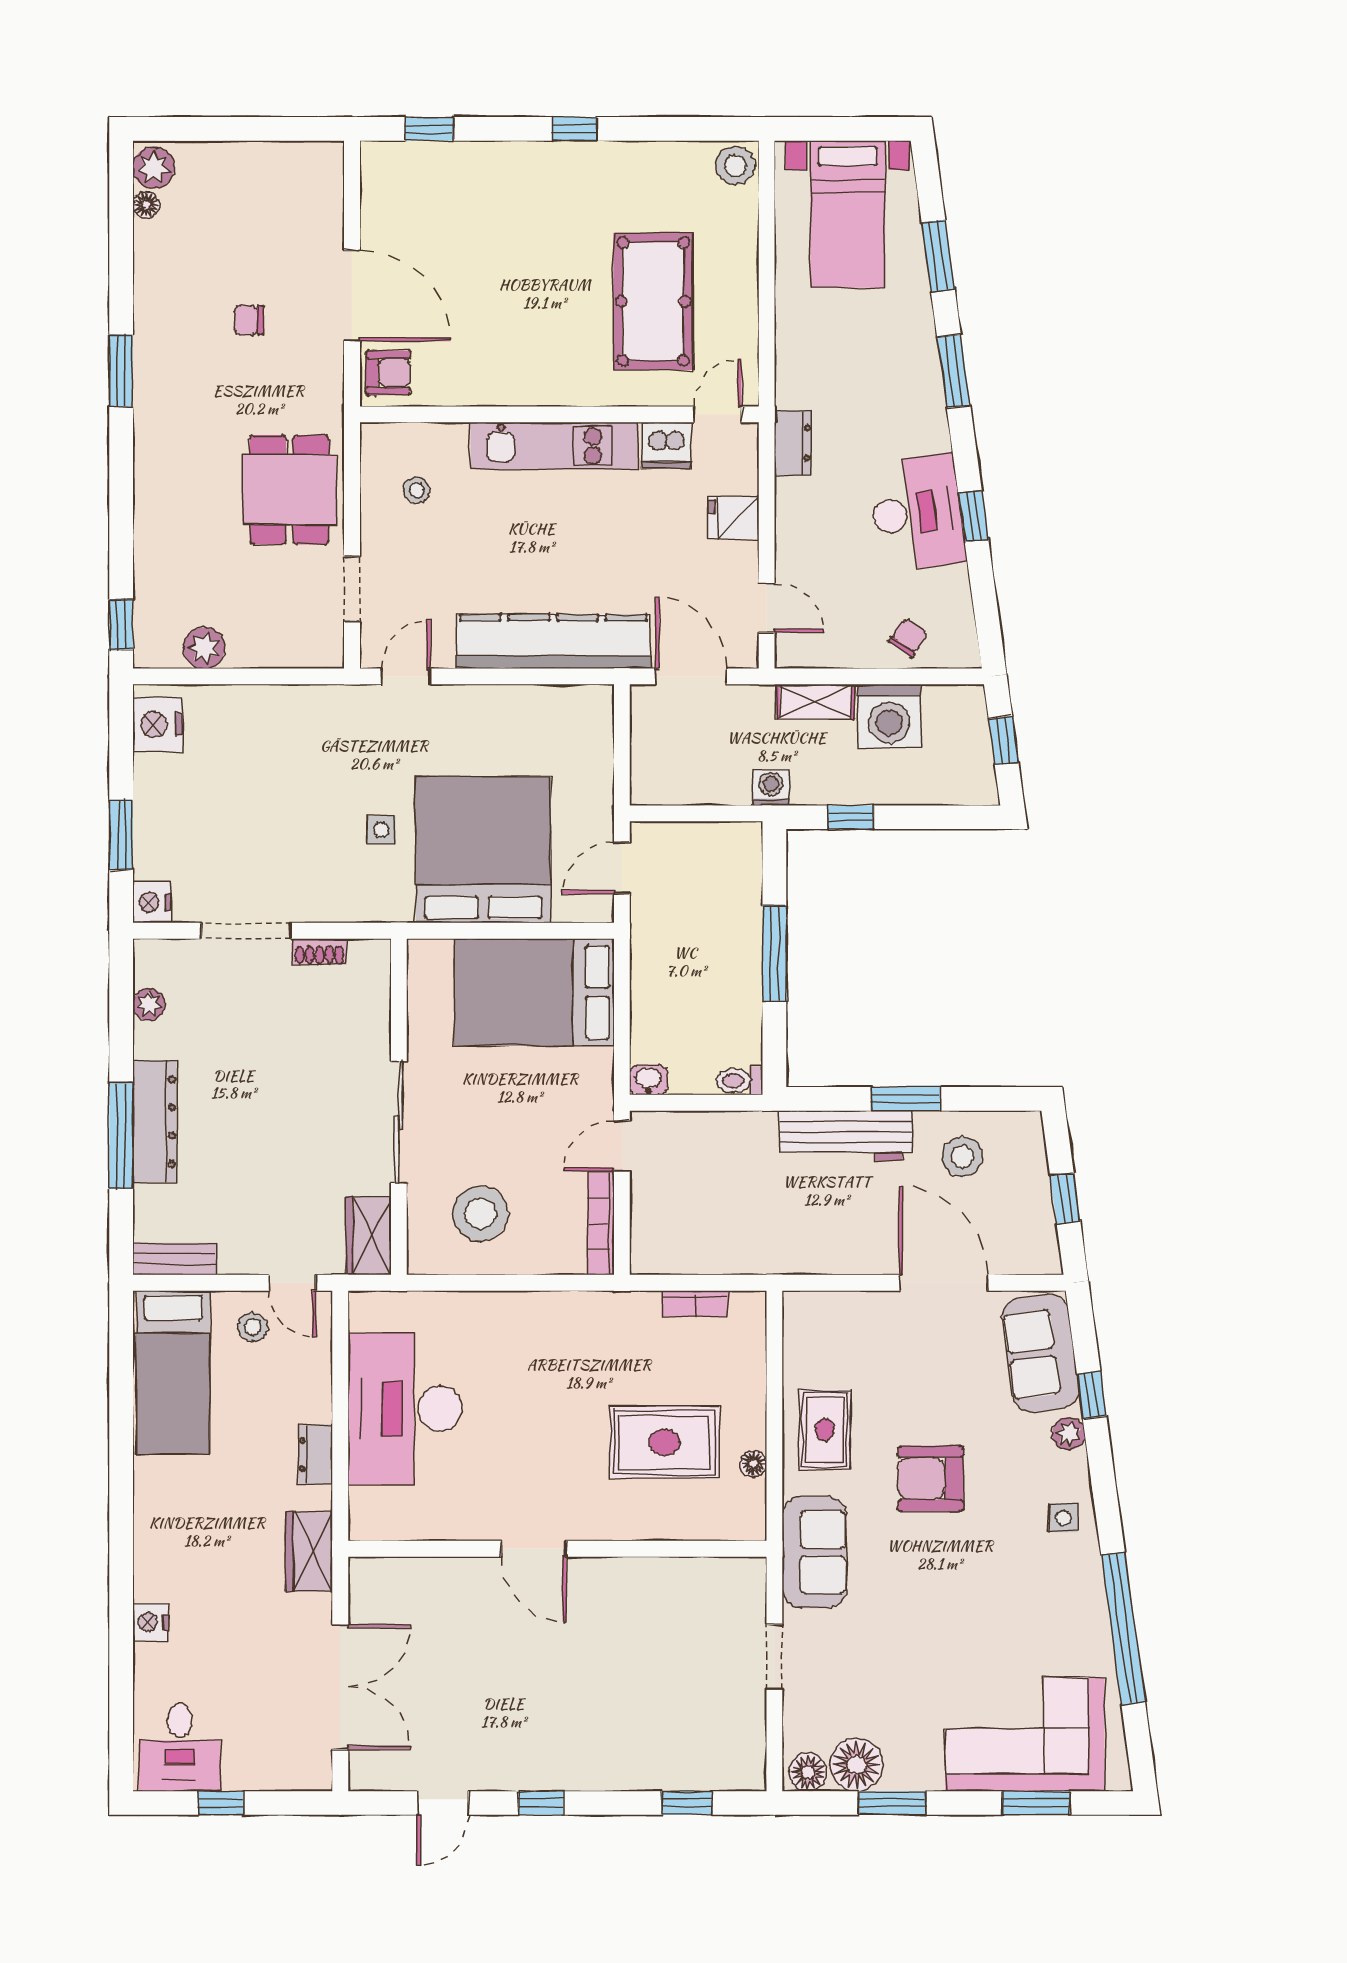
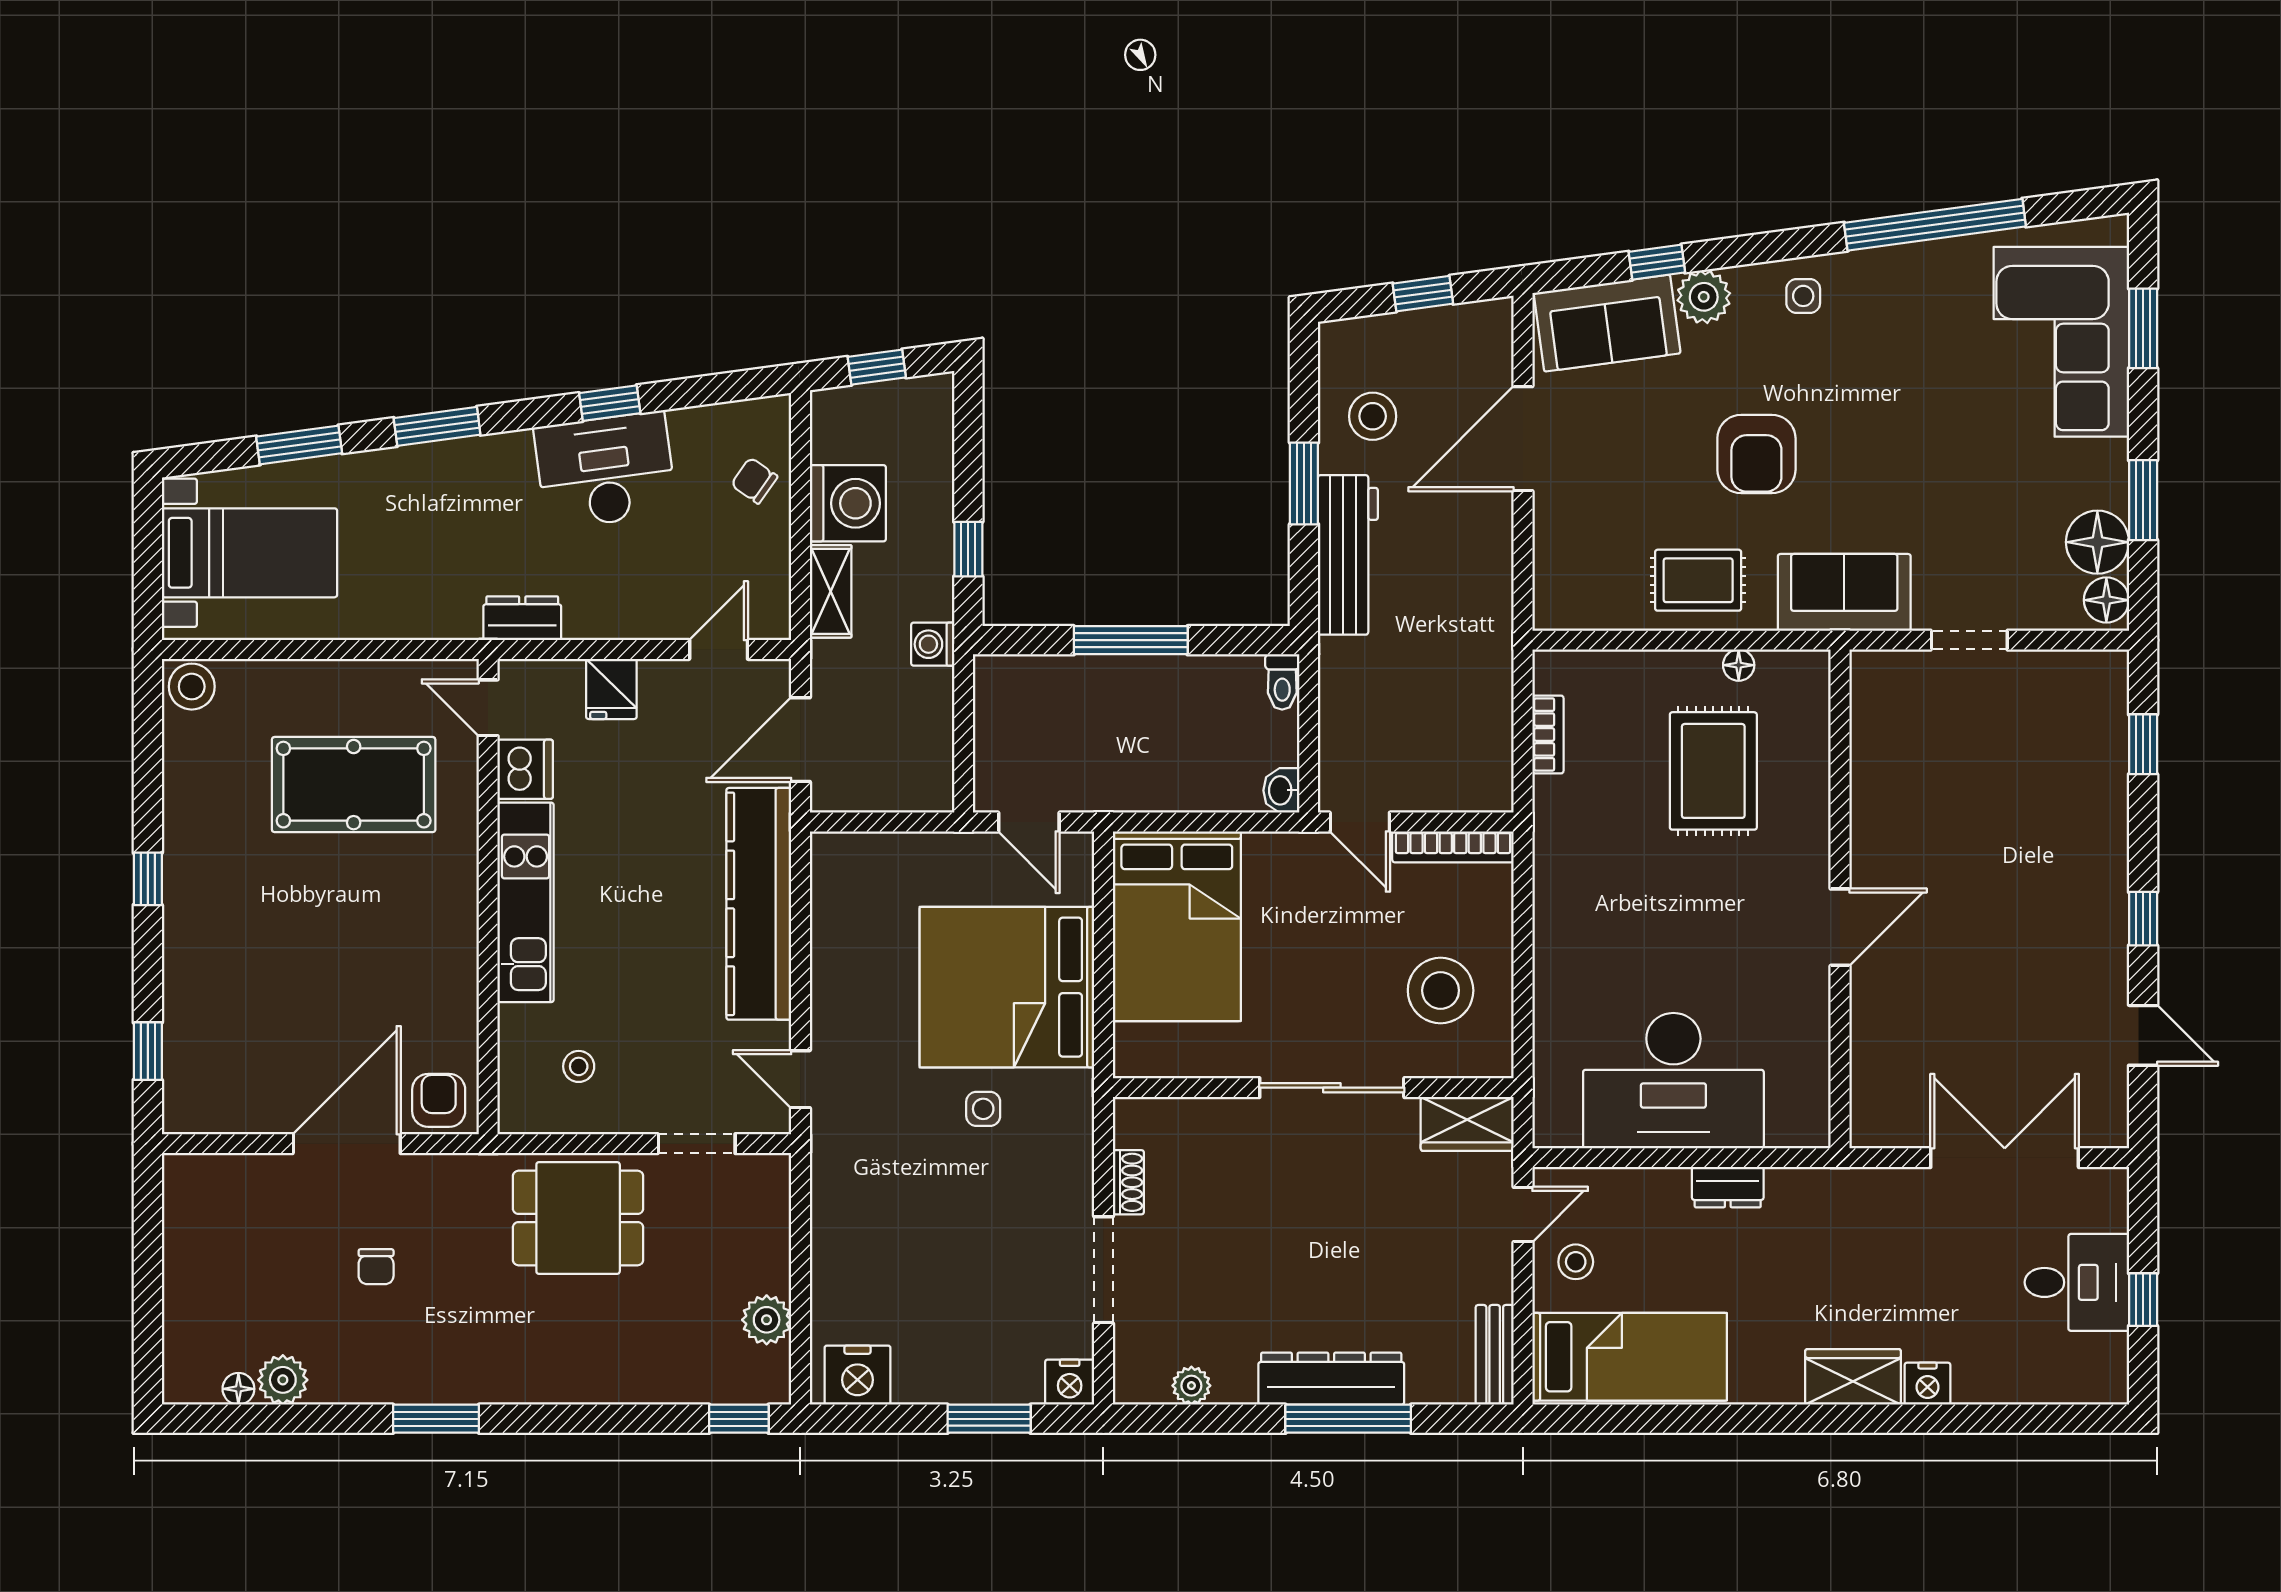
plant: (154, 168) -> (283, 1380), moved
plant: (1069, 1434) -> (1704, 297), width x1.38, depth x1.38
wardrobe: (309, 1552) -> (1853, 1377), moved, turned 180
desk: (180, 1747) -> (2077, 1282), moved

